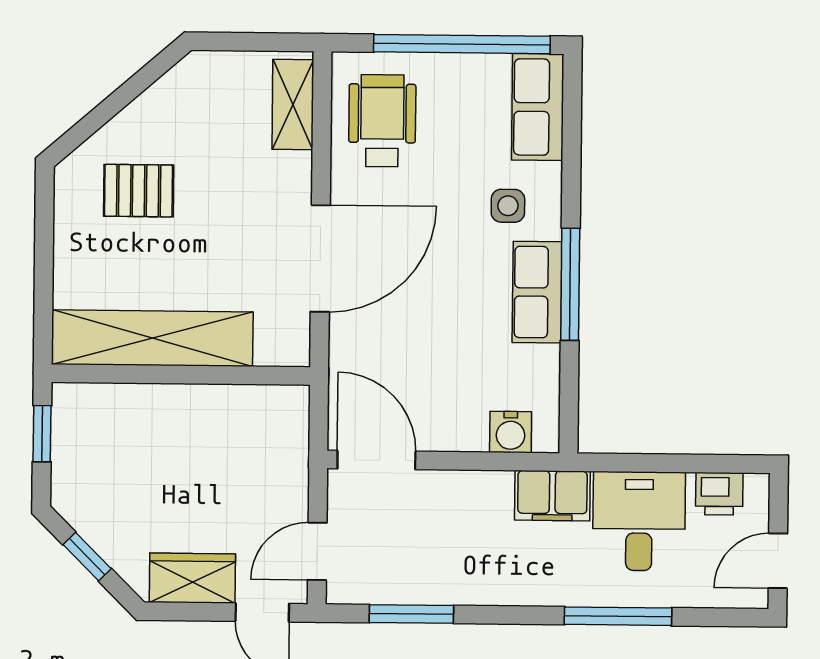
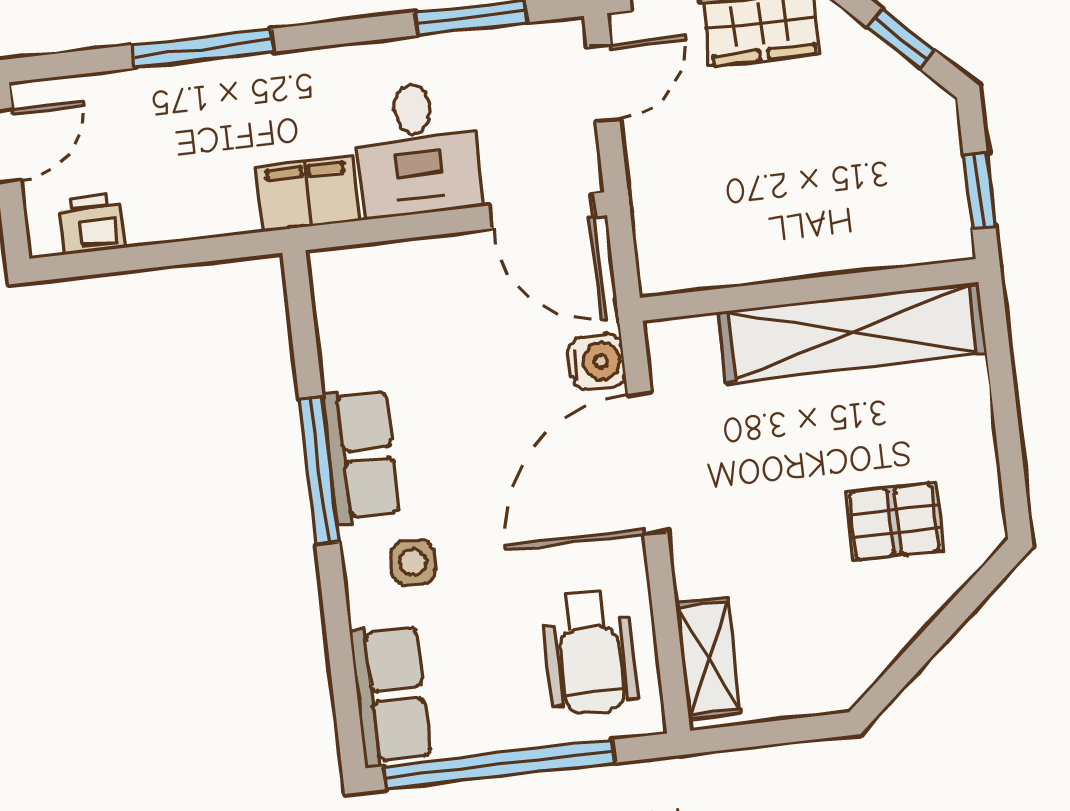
water cooler: (511, 432) -> (597, 362), moved, turned 90
desk: (639, 521) -> (417, 149), moved

